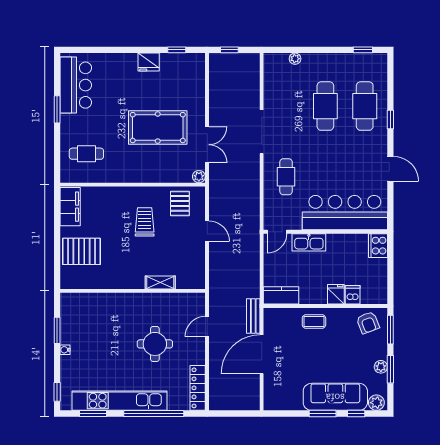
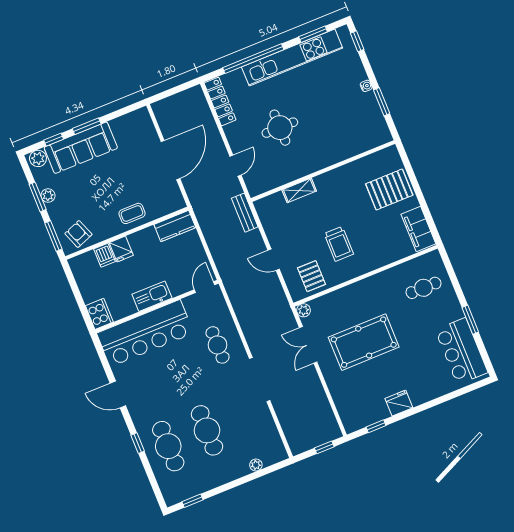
kitchen sink: (309, 242) -> (152, 296), moved
bench: (253, 316) -> (245, 213), moved

